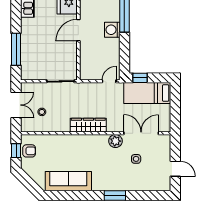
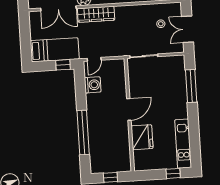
washing machine: (112, 30) -> (93, 85), moved
wardrobe: (88, 125) -> (96, 14), moved

